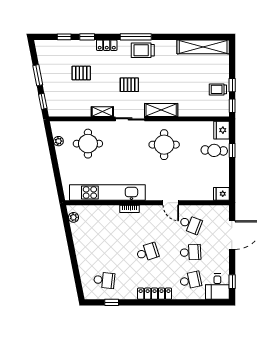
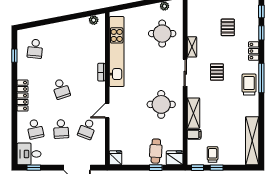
filing cabinet: (196, 109) -> (194, 134), added
shelving: (161, 110) -> (193, 113), moved

